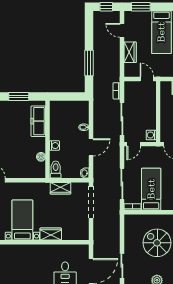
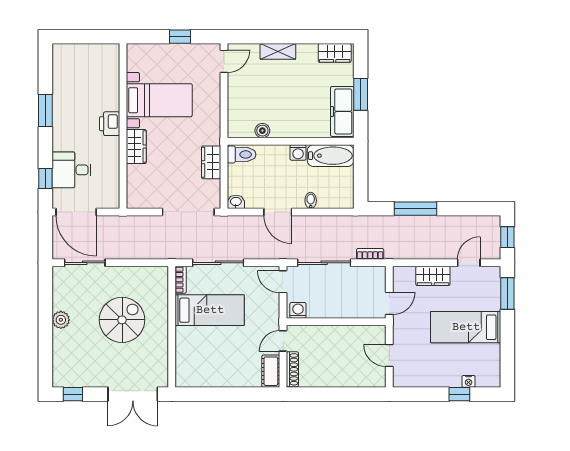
bathtub: (56, 115) -> (331, 156), added
freezer: (38, 121) -> (342, 111), moved, turned -90
washing machine: (54, 146) -> (298, 153), moved
printer: (37, 250) -> (110, 124), added

